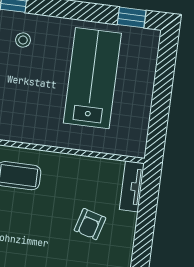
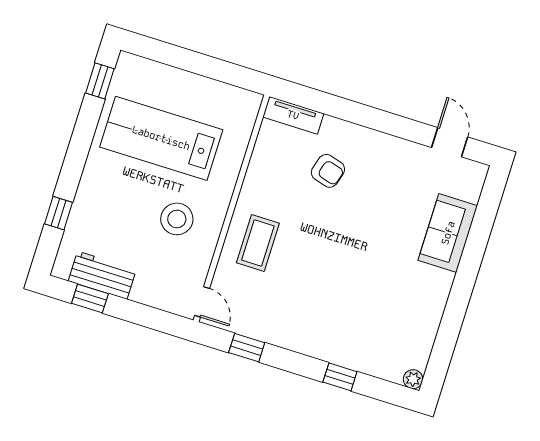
stool: (23, 40) -> (177, 219), moved, width x1.89, depth x1.89

